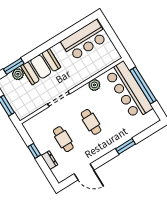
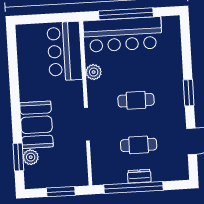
bar counter: (85, 40) -> (65, 51), moved, turned 180
window: (125, 146) -> (189, 93), moved
window: (34, 151) -> (134, 187), width x3.17
dresser: (49, 160) -> (139, 176), moved

